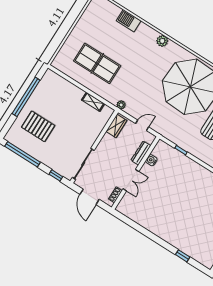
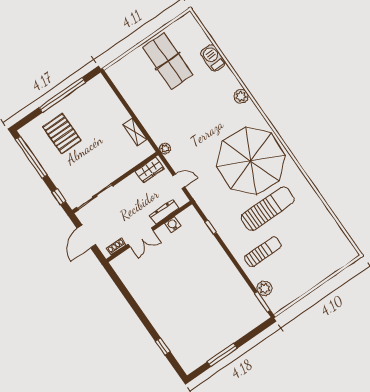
table tennis table: (97, 63) -> (168, 61), moved

